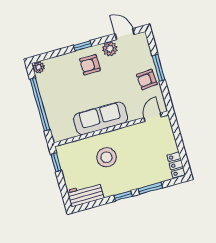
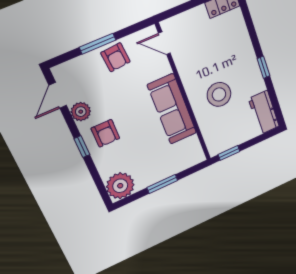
plant: (39, 67) -> (120, 186), width x1.87, depth x1.87
window: (40, 104) -> (162, 184), width x0.47
window: (150, 188) -> (253, 34), removed

